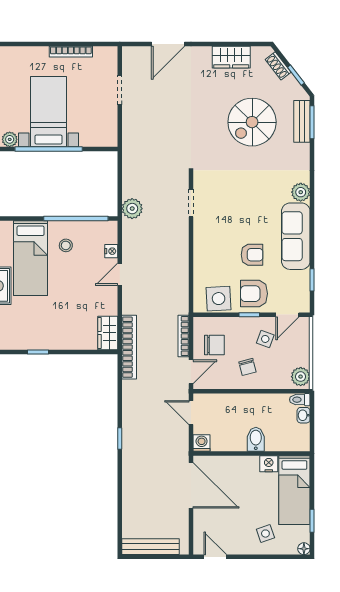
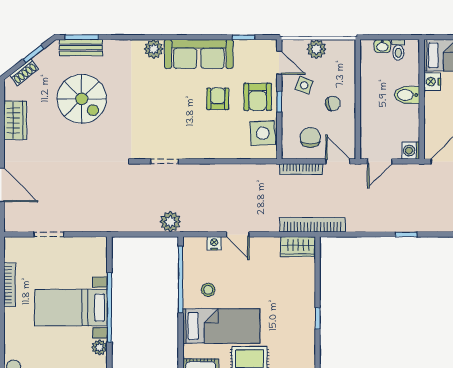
plant: (301, 377) -> (316, 49), moved
toilet: (300, 400) -> (398, 50), moved

